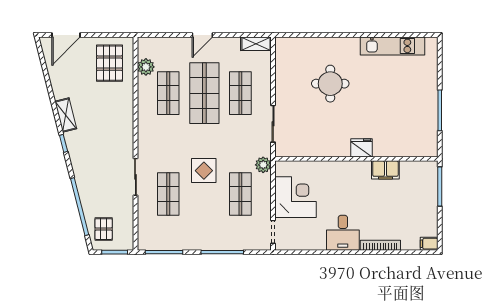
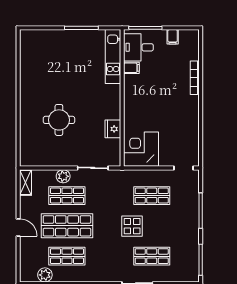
kitchen unit: (393, 46) -> (113, 57), moved, turned 180
fridge: (362, 148) -> (113, 129), moved
plant: (263, 165) -> (63, 176), moved
filing cabinet: (385, 170) -> (131, 68), width x0.50
corner desk: (295, 197) -> (141, 149), moved
desk: (343, 233) -> (138, 47), moved, turned 180
filing cabinet: (429, 244) -> (173, 37), moved

